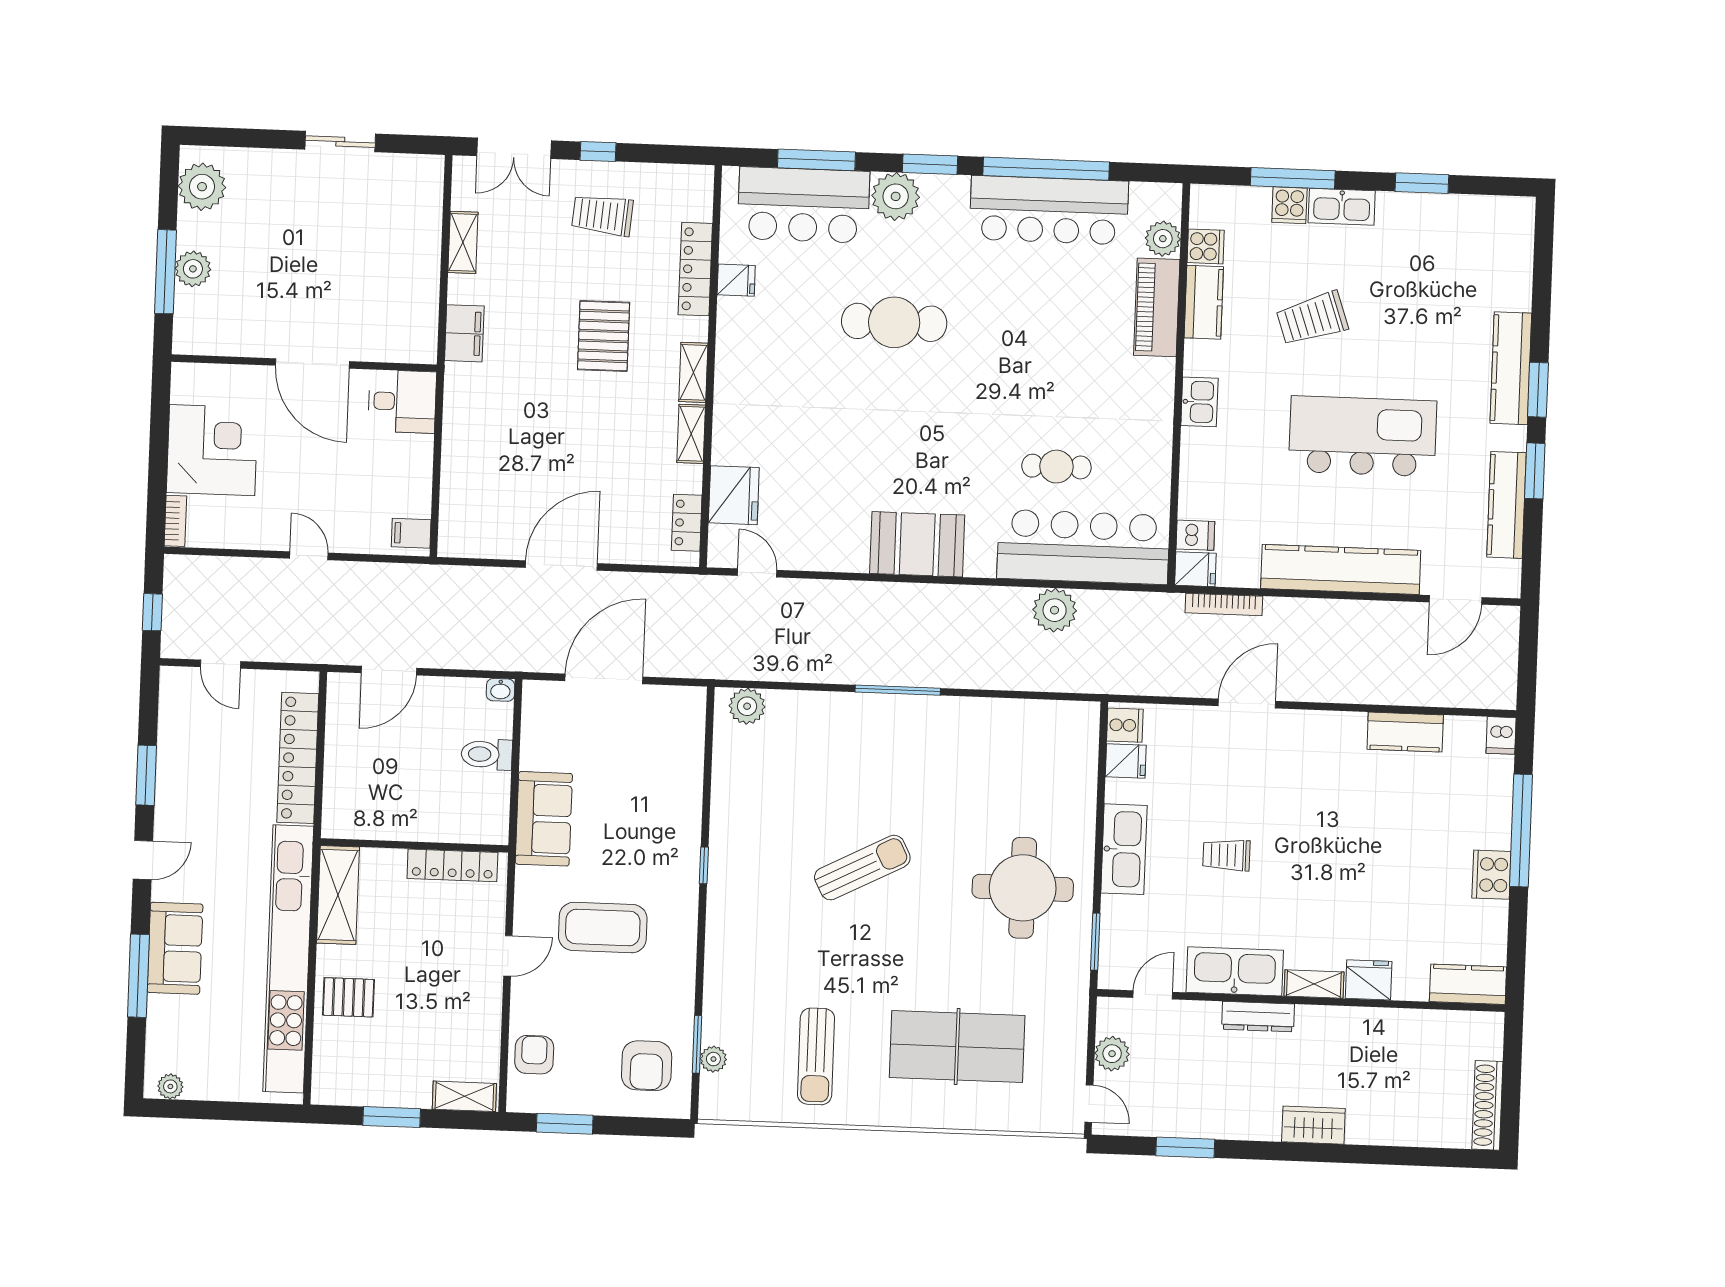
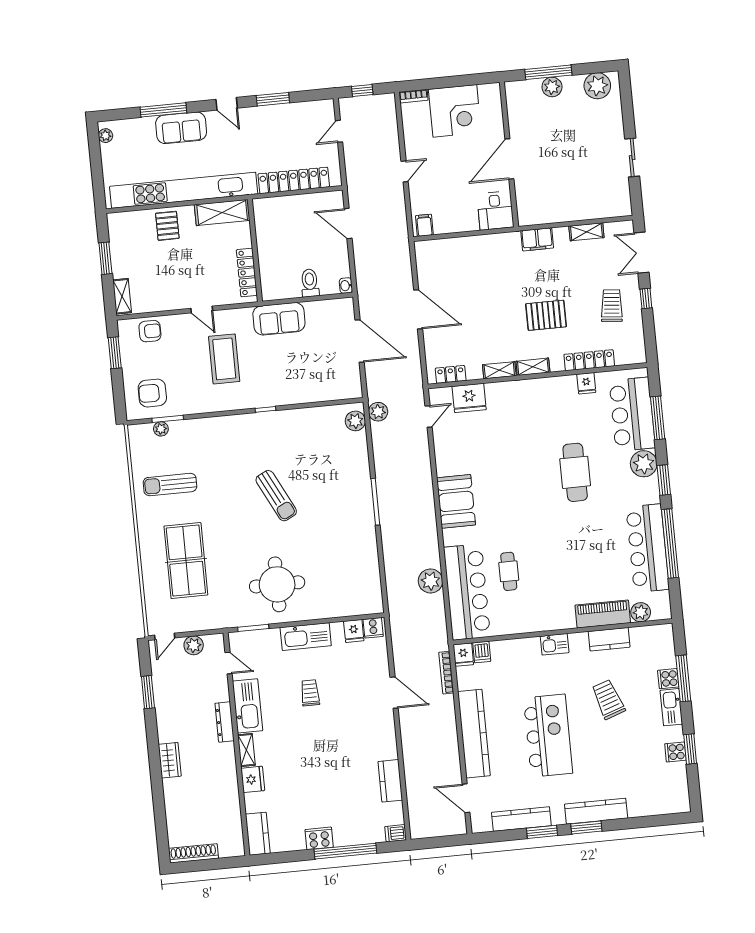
cooker: (1206, 246) -> (675, 752), moved, turned 90
plant: (736, 663) -> (378, 412), added

